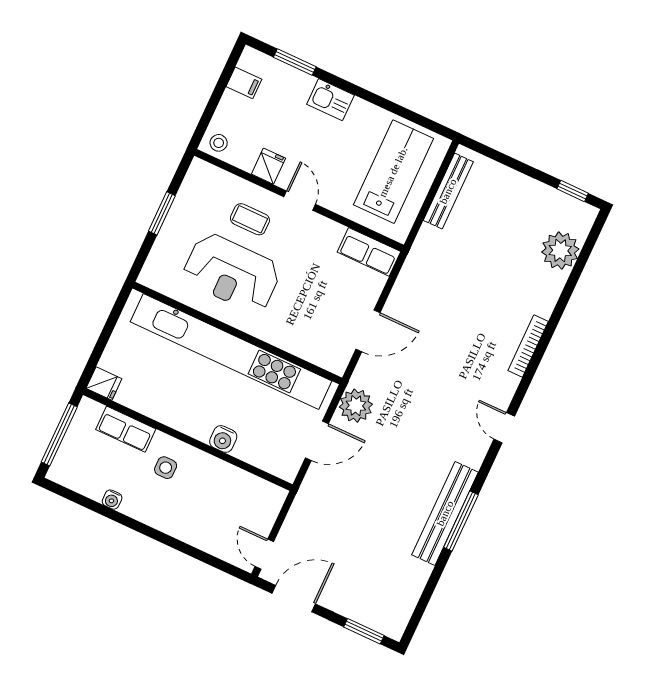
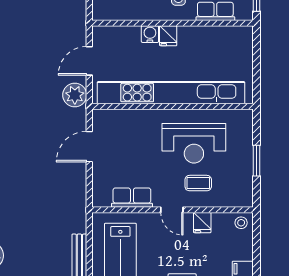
row of seats: (369, 252) -> (132, 198), moved
reception desk: (232, 273) -> (194, 143), turned 180
fridge: (104, 384) -> (168, 36), moved, turned -90

